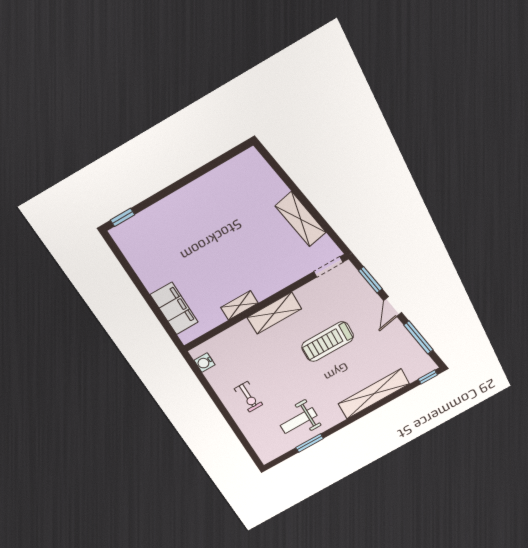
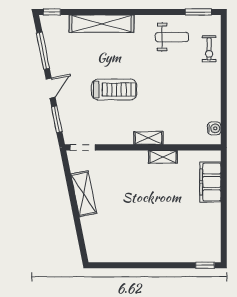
shelving: (274, 313) -> (148, 138), width x0.67, depth x0.75
exercise bike: (249, 397) -> (209, 49), moved, turned 180
window: (309, 443) -> (198, 12), moved

